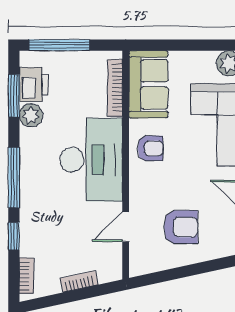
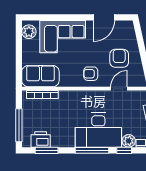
plant: (31, 115) -> (129, 141), moved
armchair: (150, 148) -> (91, 74), moved, turned -90
desk: (91, 160) -> (98, 130), moved, turned 180
door: (126, 227) -> (119, 89), swing flipped

